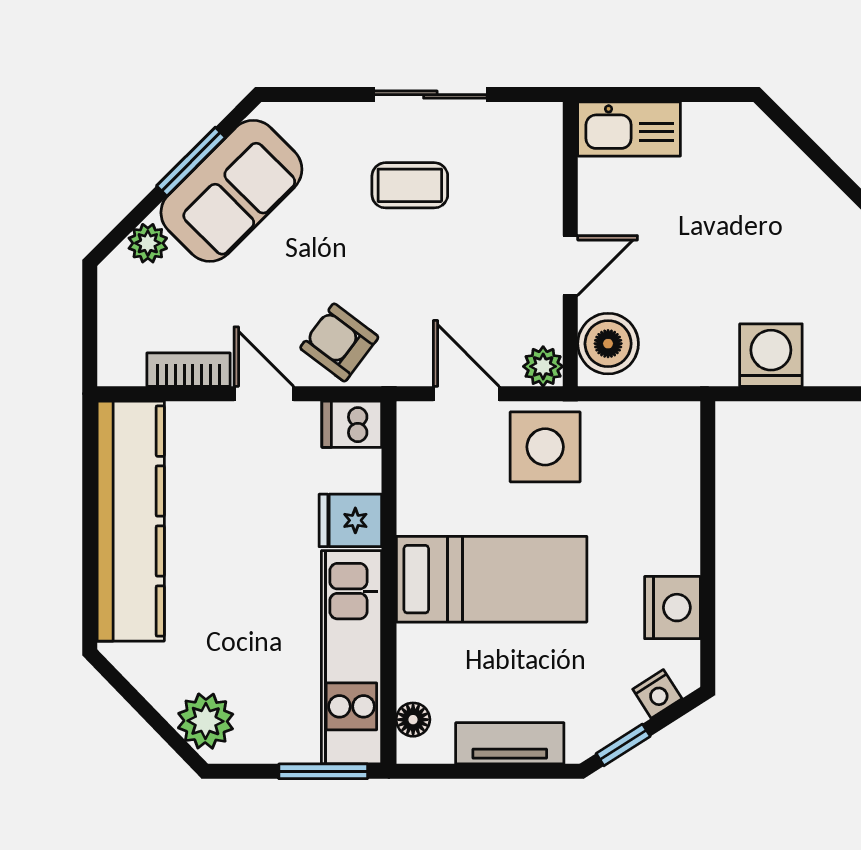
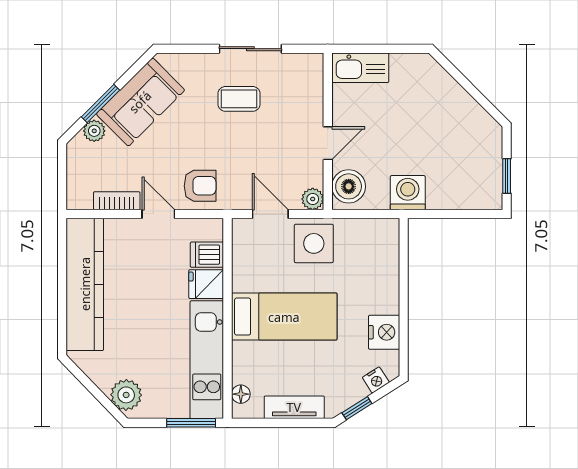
window: (191, 162) -> (101, 103), moved
armchair: (339, 342) -> (200, 186), turned 143
washing machine: (771, 355) -> (408, 193), moved
dishwasher: (352, 424) -> (207, 255), moved

